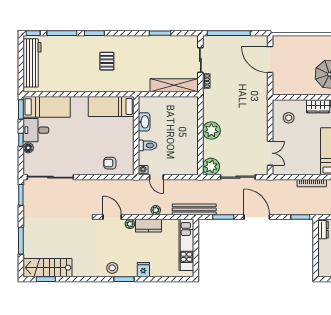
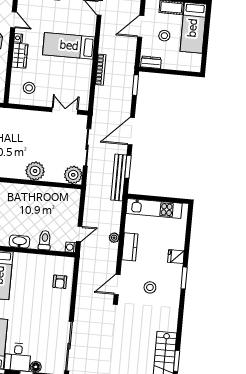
bench: (194, 209) -> (119, 178), moved
plant: (130, 224) -> (126, 266), removed
stool: (112, 268) -> (150, 287), moved

